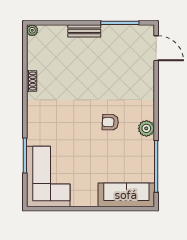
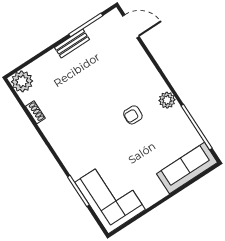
plant: (32, 30) -> (22, 81), width x1.88, depth x1.88
bench: (84, 31) -> (72, 44), moved
shoe rack: (32, 81) -> (35, 112), moved

